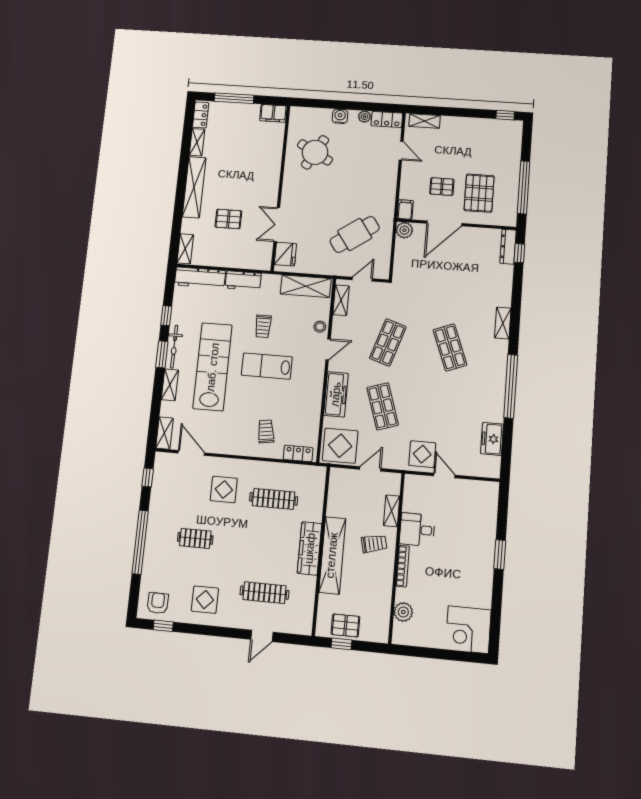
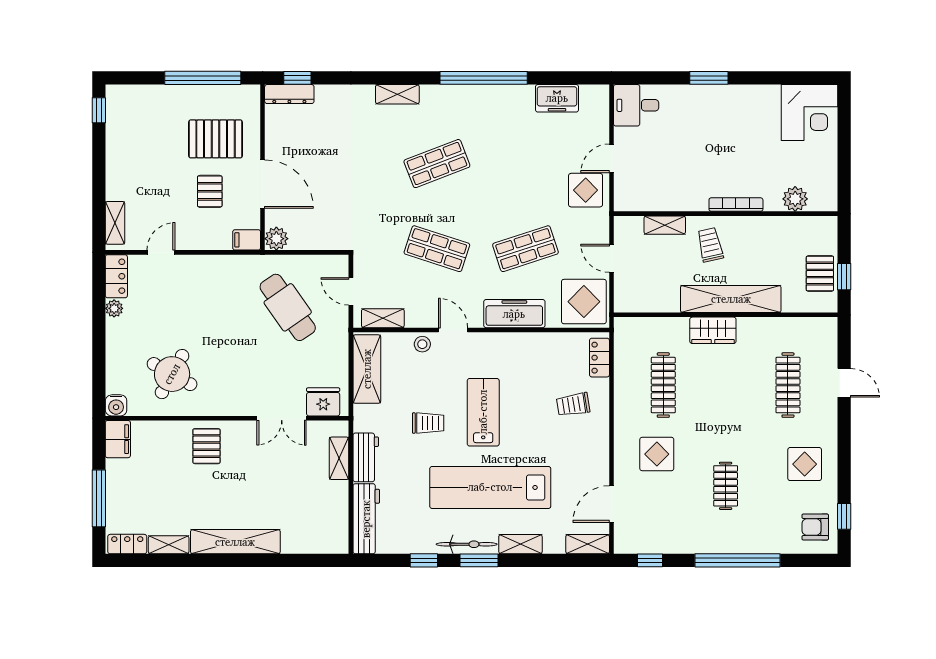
water cooler: (340, 116) -> (116, 405), moved, turned -90
pallet: (228, 219) -> (206, 446), moved
shelving: (185, 249) -> (339, 458), moved, turned 90
lab bench: (267, 366) -> (483, 412), turned 180
desk: (417, 530) -> (636, 105), moved, turned 90
wardrobe: (310, 548) -> (713, 330), width x0.67

